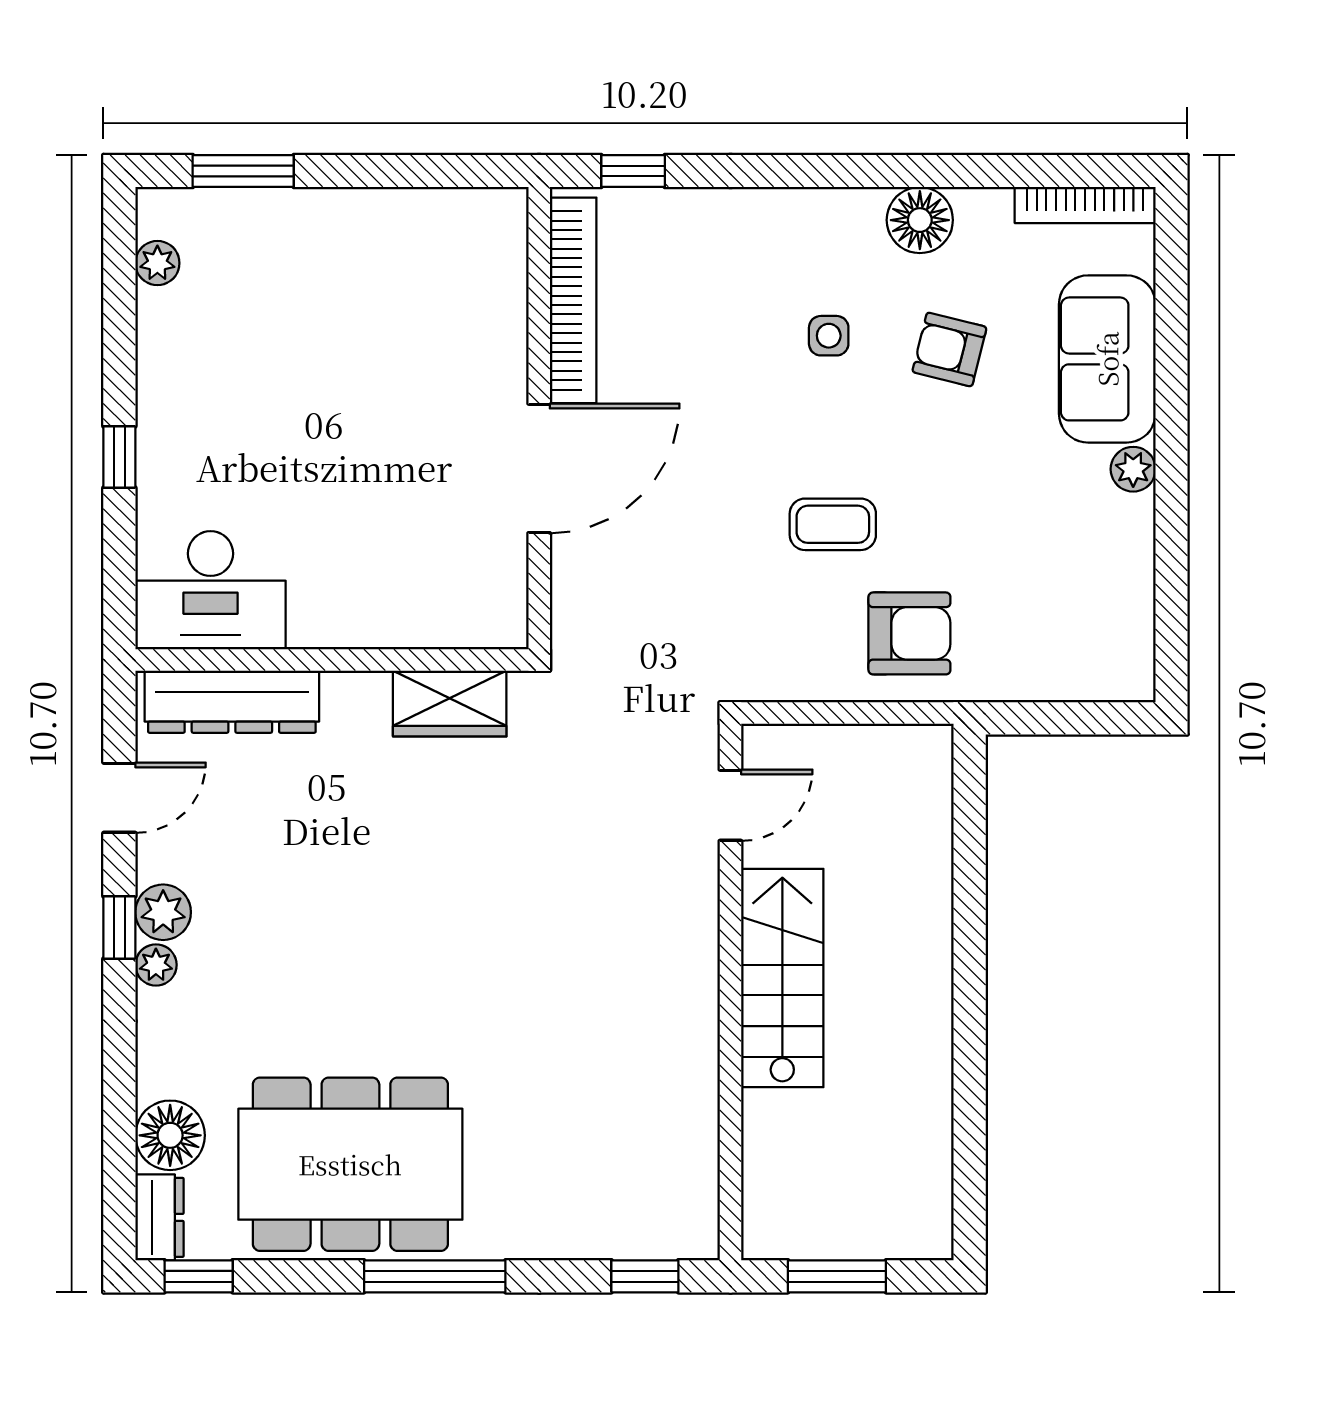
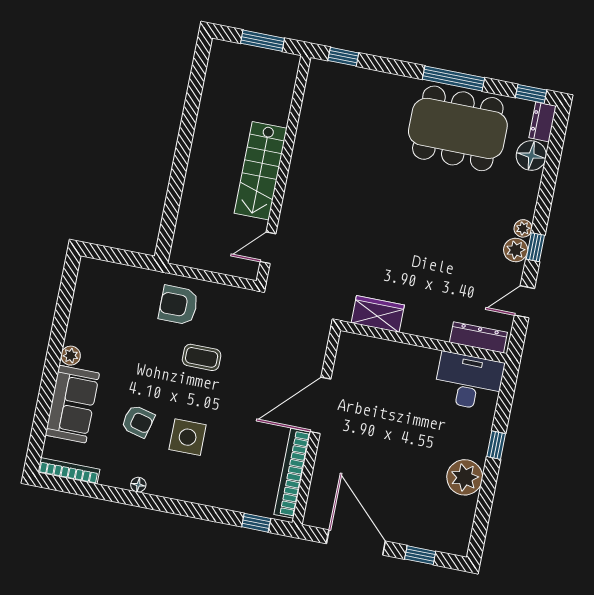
window: (243, 171) -> (420, 555), width x0.67
door: (396, 171) -> (356, 542), added
floor lamp: (920, 220) -> (138, 485), width x0.53, depth x0.53
plant: (157, 263) -> (465, 477), moved, width x1.87, depth x1.87
side table: (829, 336) -> (188, 437), width x1.87, depth x1.87
dresser: (232, 702) -> (478, 337), width x0.73, depth x0.80
window: (435, 1276) -> (454, 79), moved

